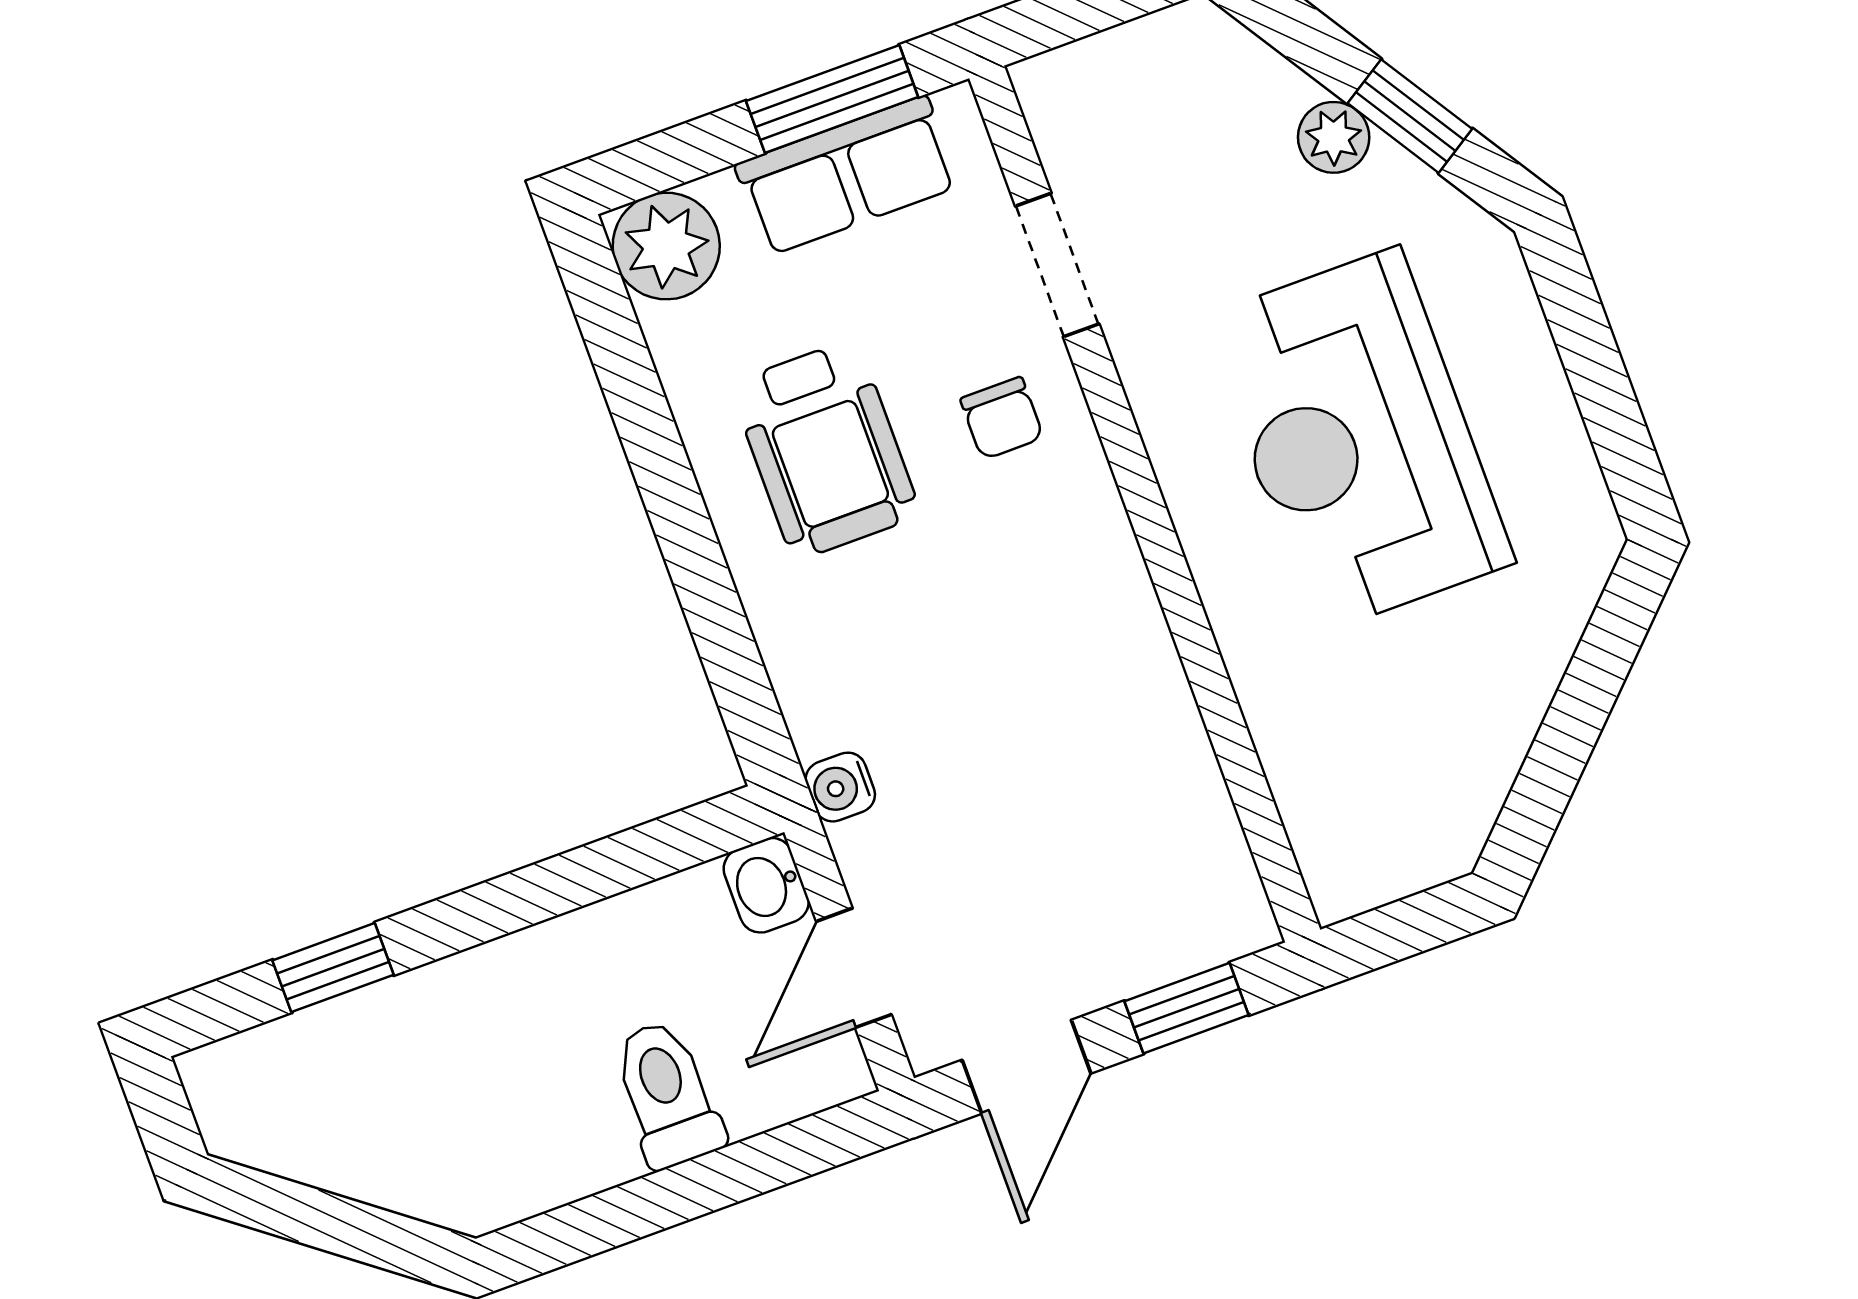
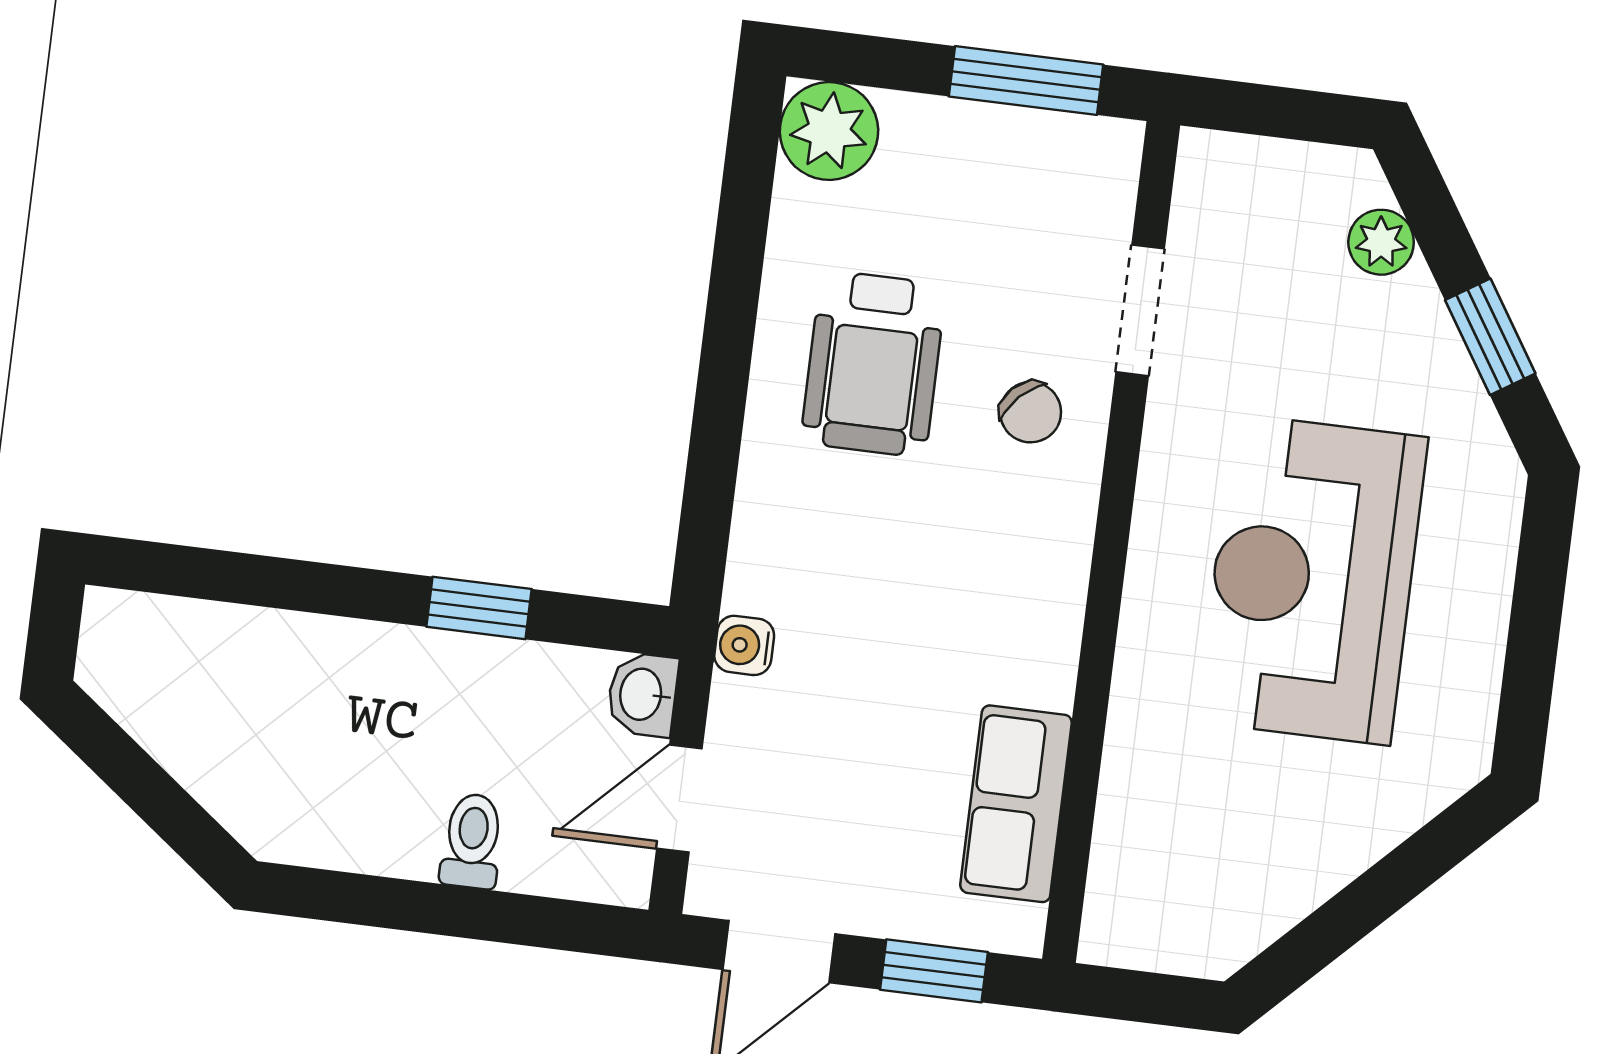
plant: (1334, 137) -> (1381, 242), moved
row of seats: (847, 175) -> (1016, 804), moved, turned 90
chair: (1002, 418) -> (1031, 412), turned -45
window: (333, 968) -> (479, 608), moved
toilet: (667, 1094) -> (472, 841), width x0.73, depth x0.72

